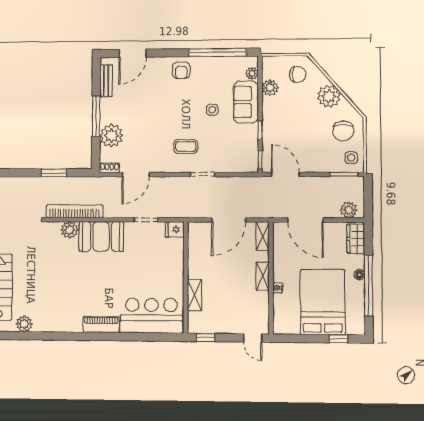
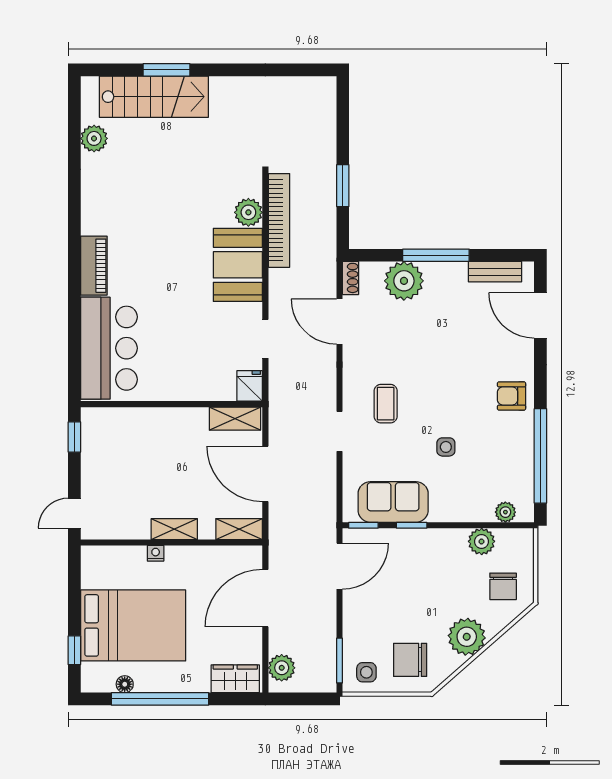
sofa: (246, 102) -> (393, 502), moved
floor lamp: (359, 275) -> (125, 684), moved
shelving: (195, 295) -> (235, 419), moved

